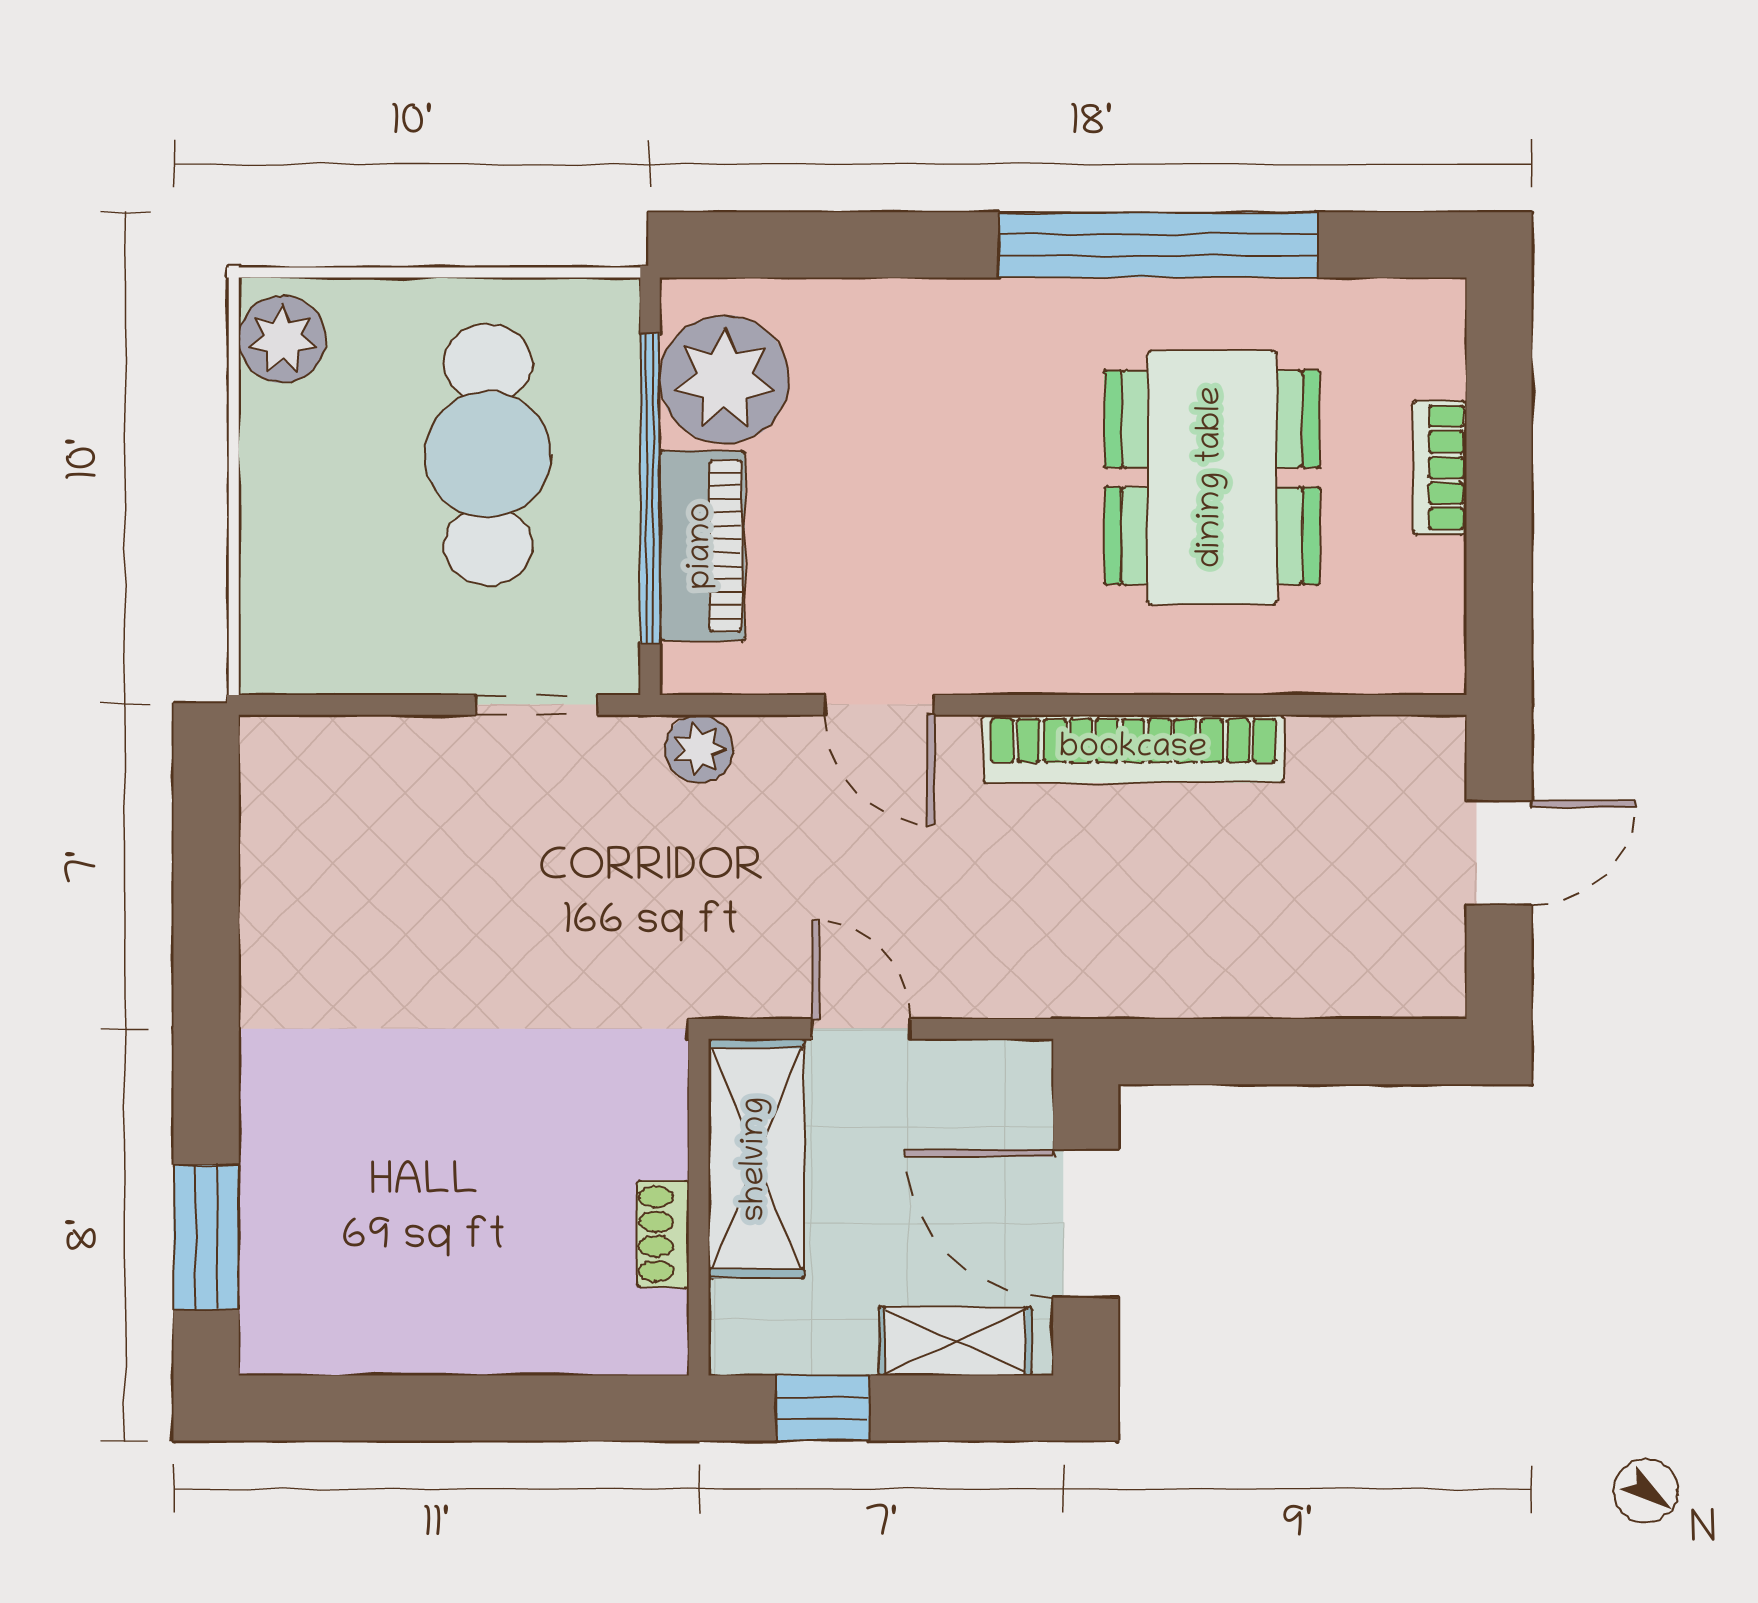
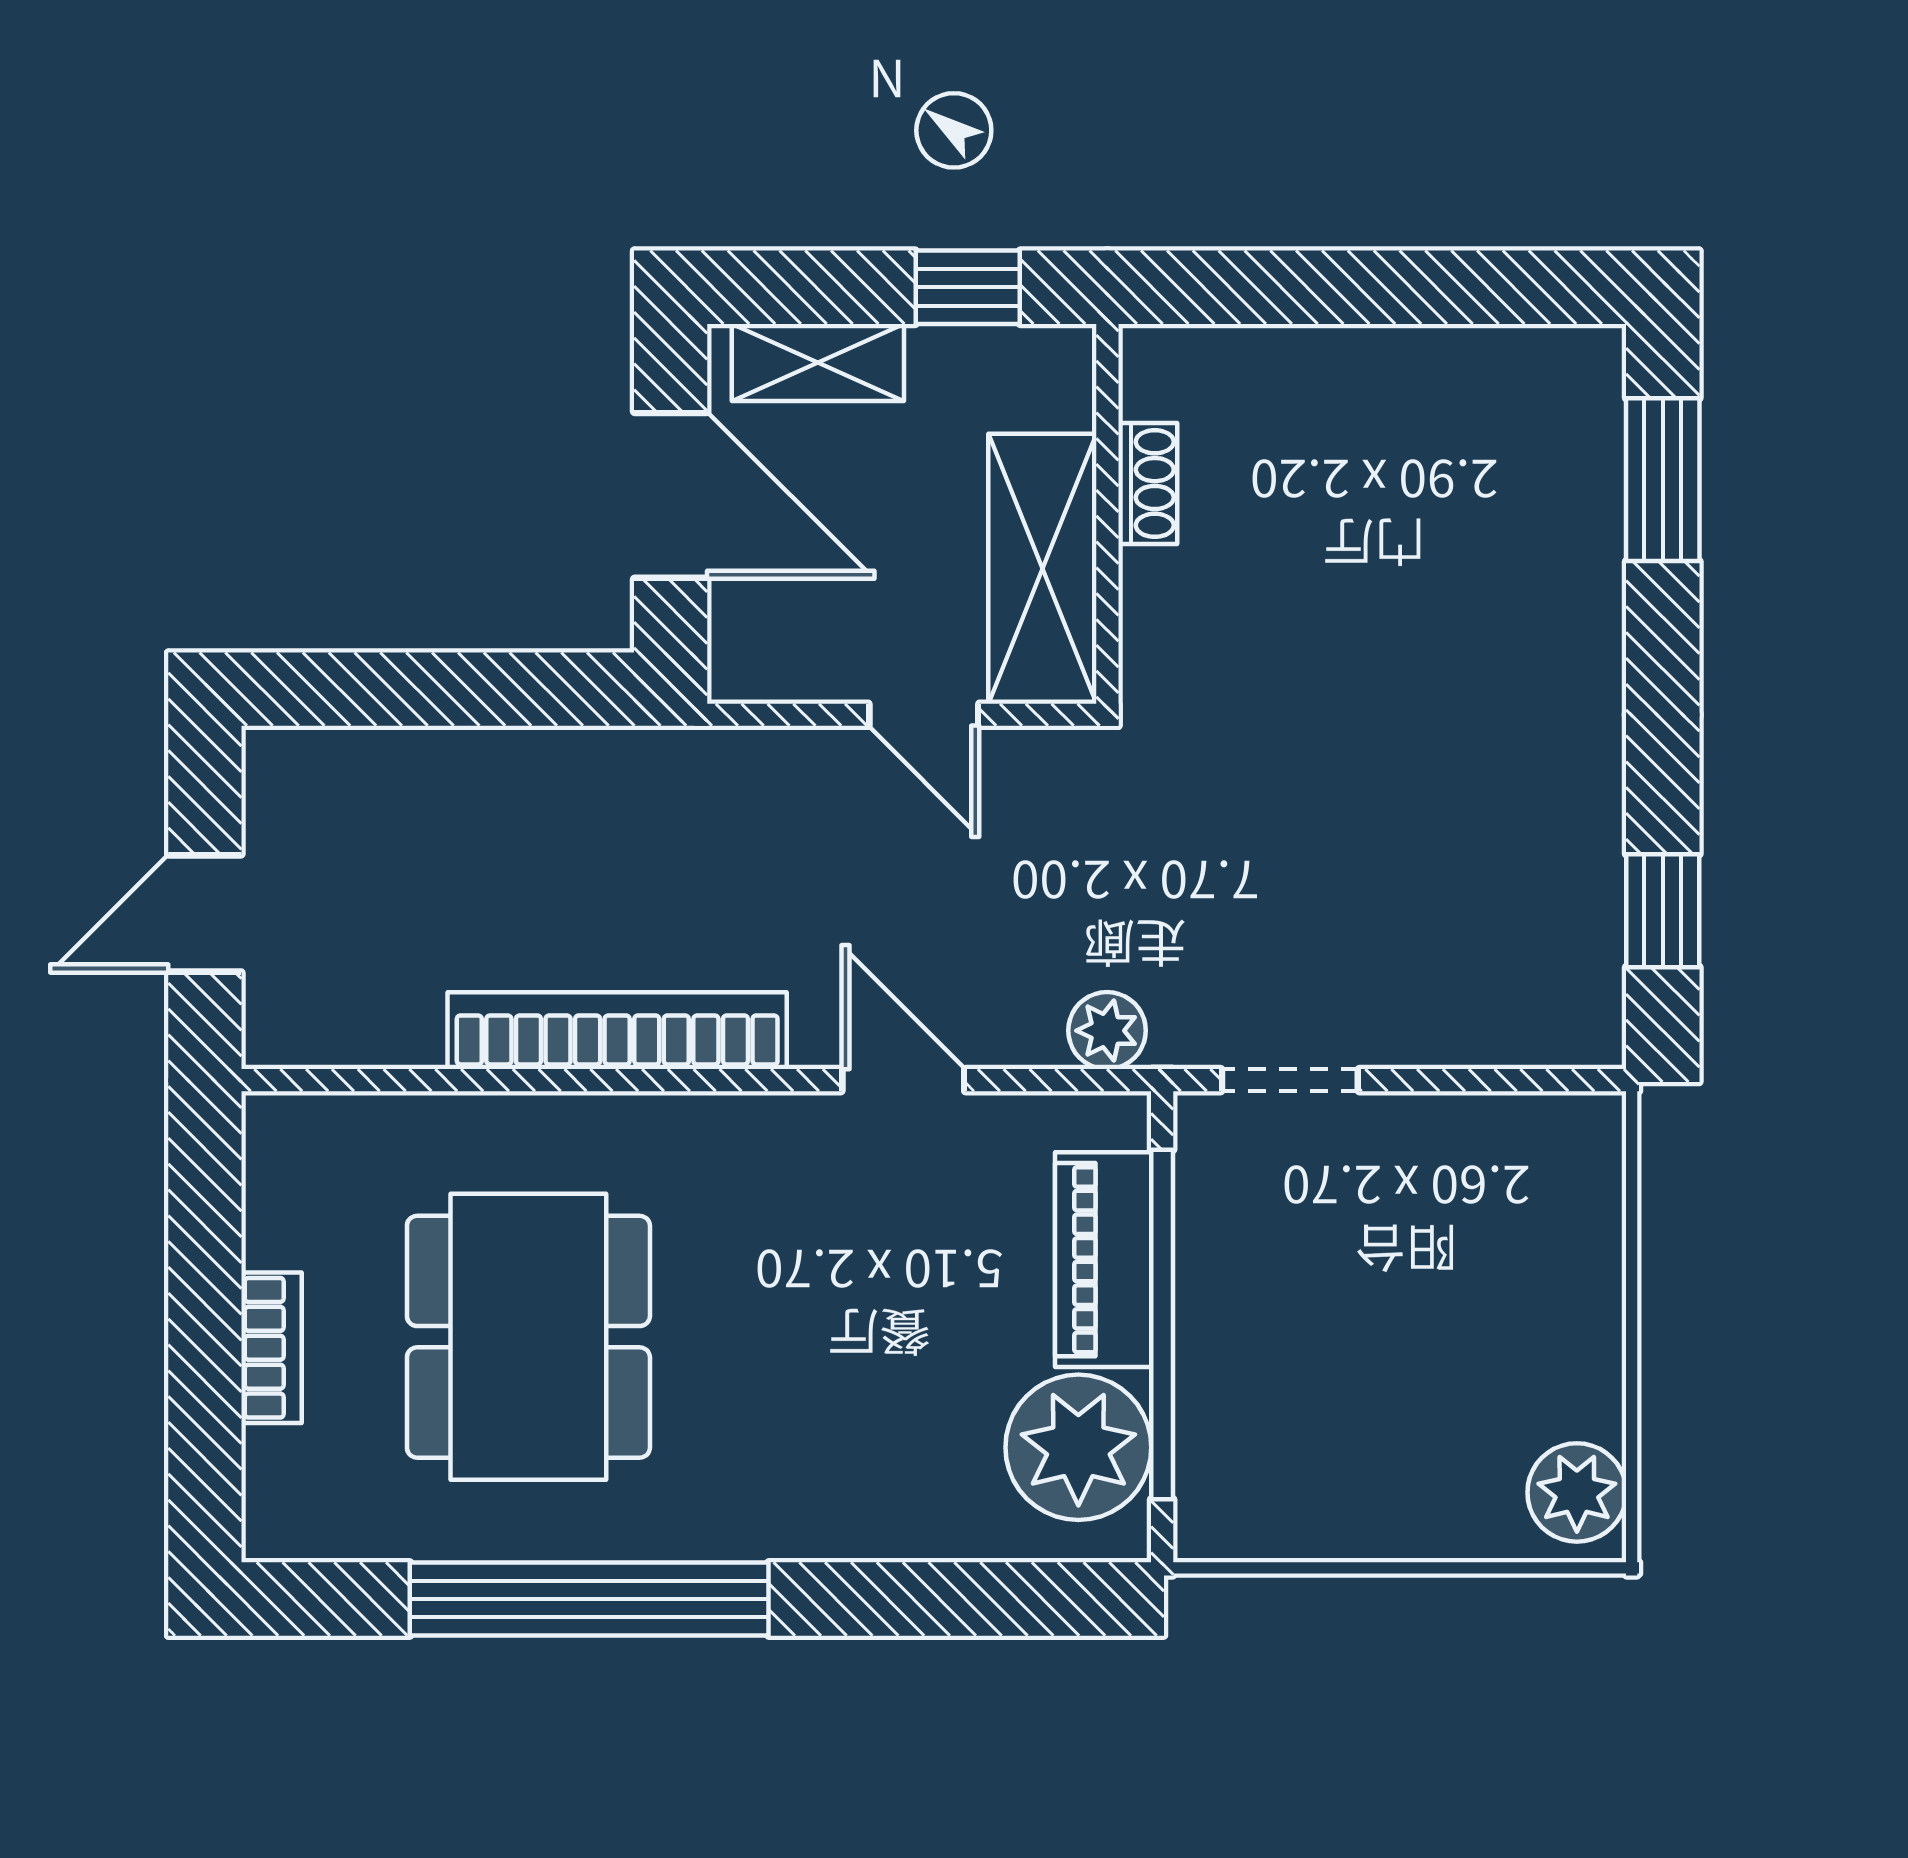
cafe table: (488, 455) -> (1345, 1363), removed
window: (206, 855) -> (1663, 911), added

